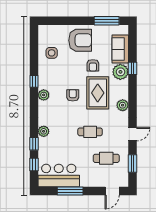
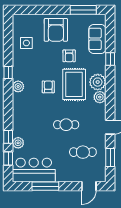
armchair: (80, 40) -> (56, 30), turned 90
plant: (120, 72) -> (98, 82), moved
plant: (44, 131) -> (18, 143), moved

